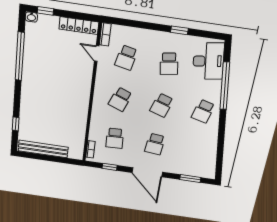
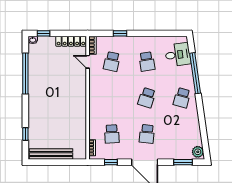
window: (179, 30) -> (120, 33), moved
desk: (208, 61) -> (178, 55), width x0.73
school desk: (120, 99) -> (112, 98), removed
plant: (209, 171) -> (198, 152), added

